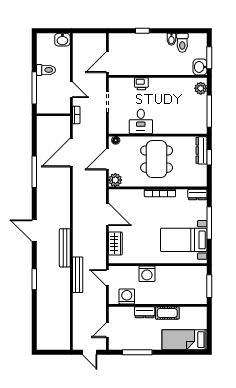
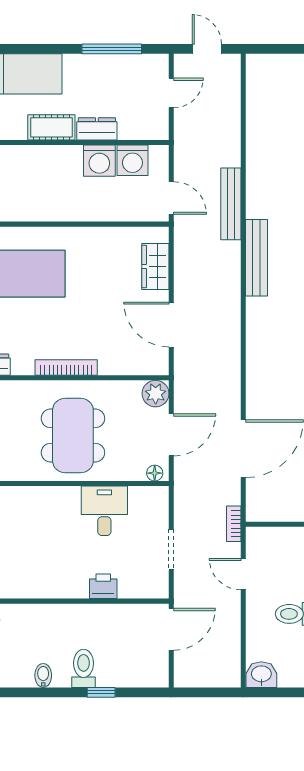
toilet: (182, 43) -> (84, 668), moved
washing machine: (147, 274) -> (99, 161), moved, turned 180

